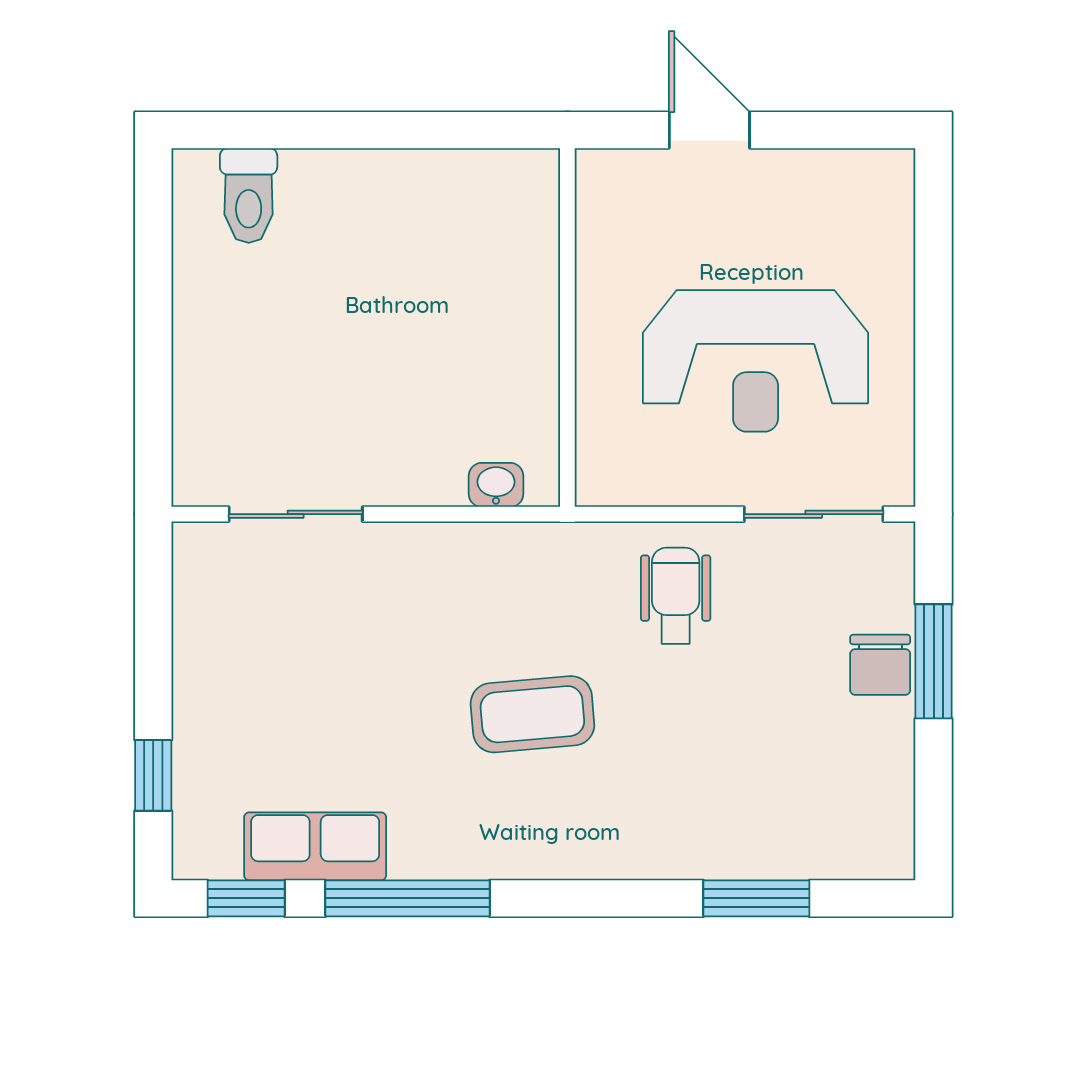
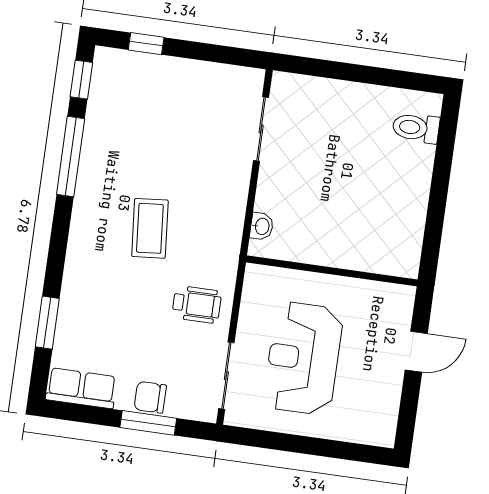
row of seats: (315, 846) -> (81, 388), moved, turned -90

